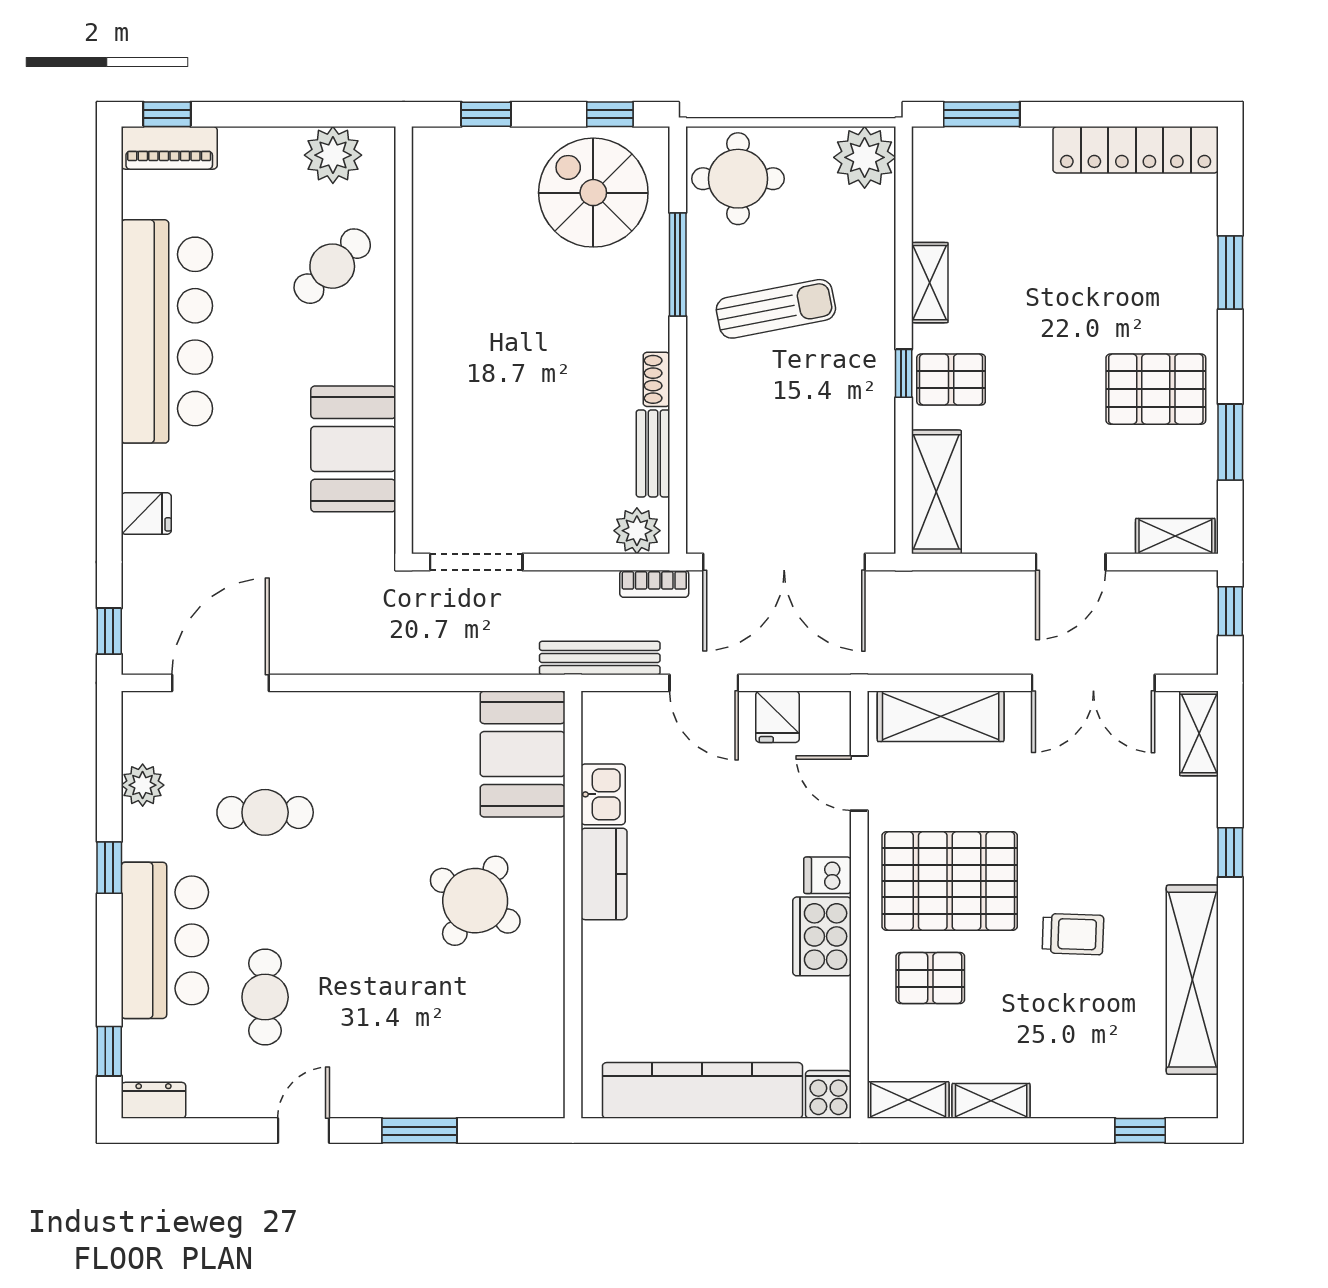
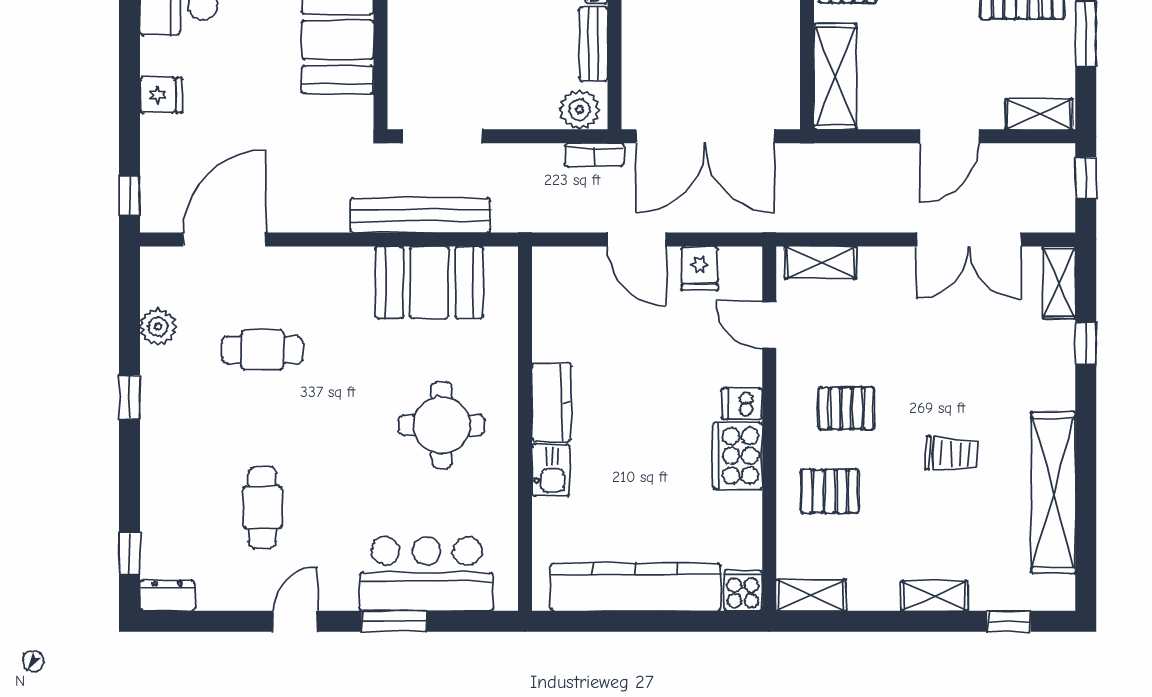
bench: (600, 658) -> (420, 215), moved, width x1.37, depth x1.21
shelving: (941, 716) -> (821, 263), width x0.67, depth x0.75
booth: (523, 754) -> (429, 282), moved, turned 90
kitchen sink: (603, 794) -> (551, 470), moved
window: (1230, 852) -> (1086, 344), moved
pallet: (950, 881) -> (846, 408), width x0.49, depth x0.50
round table: (475, 901) -> (442, 425), turned -32
bar counter: (165, 940) -> (427, 574), moved, turned -90
shelving: (991, 1101) -> (934, 596), moved

